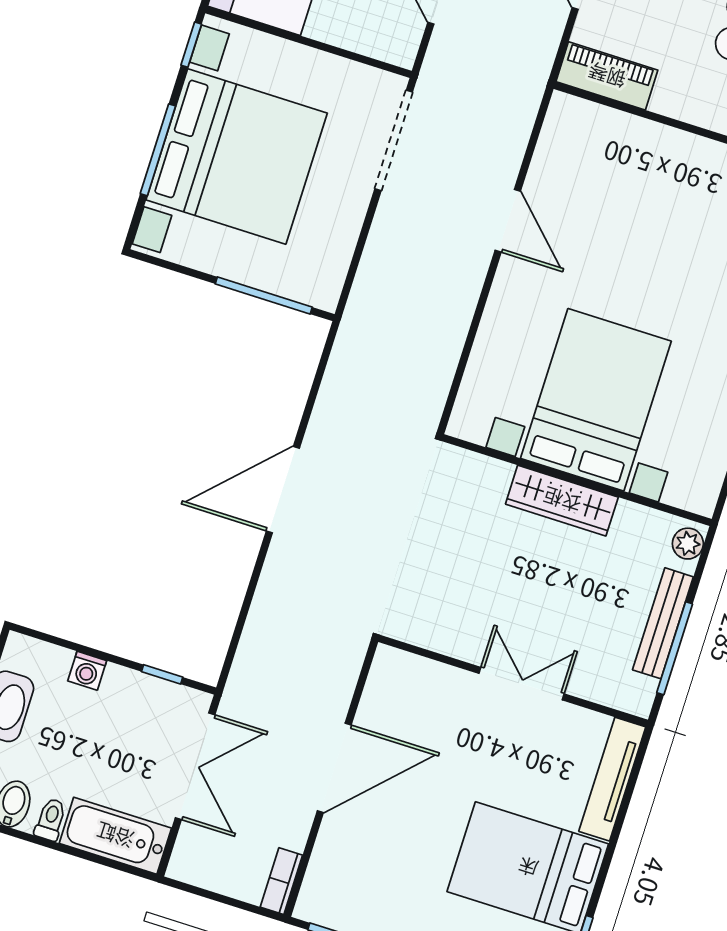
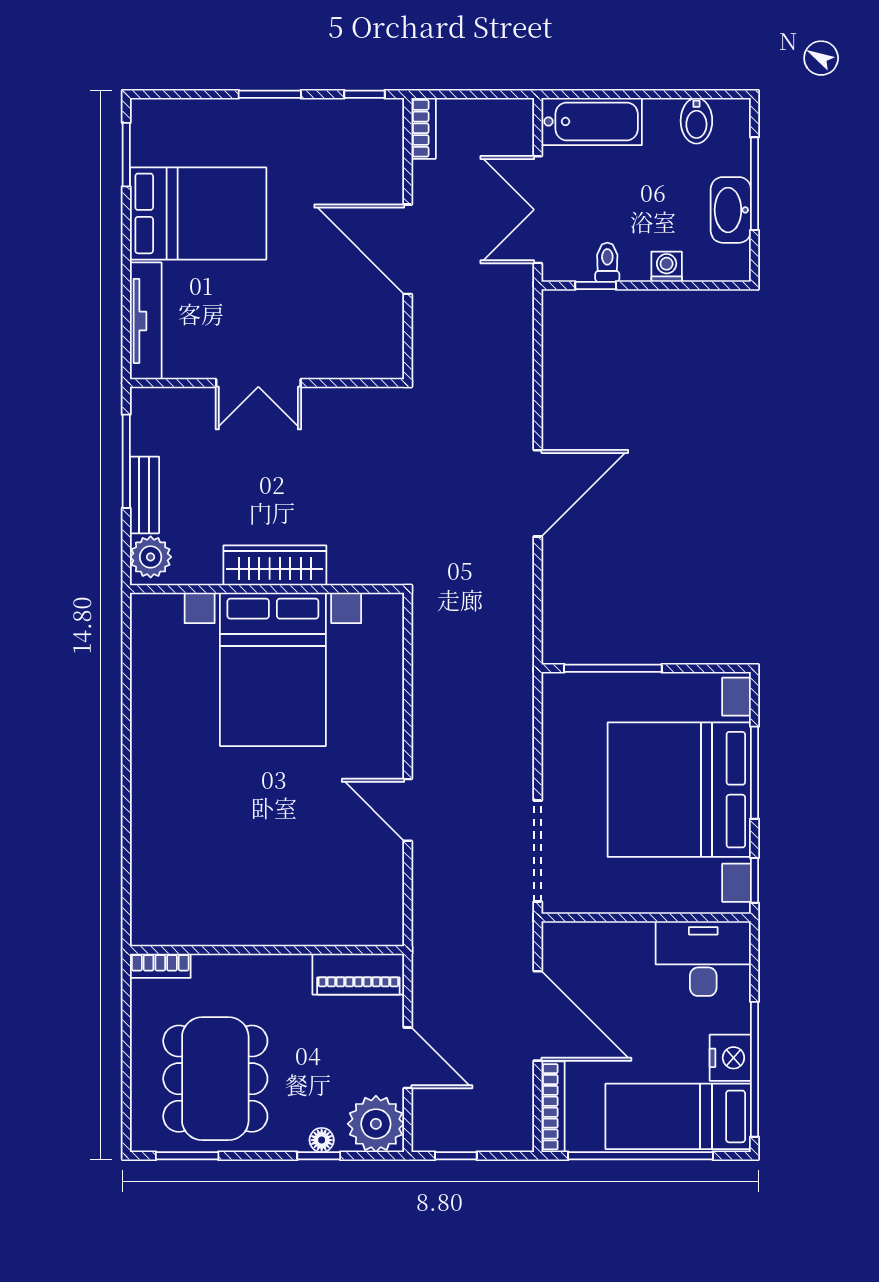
plant: (688, 544) -> (151, 557), width x1.38, depth x1.38
bench: (663, 623) -> (144, 495), width x0.73
door: (334, 768) -> (408, 249), hinge flipped
toilet: (51, 820) -> (607, 262), moved, turned 180

